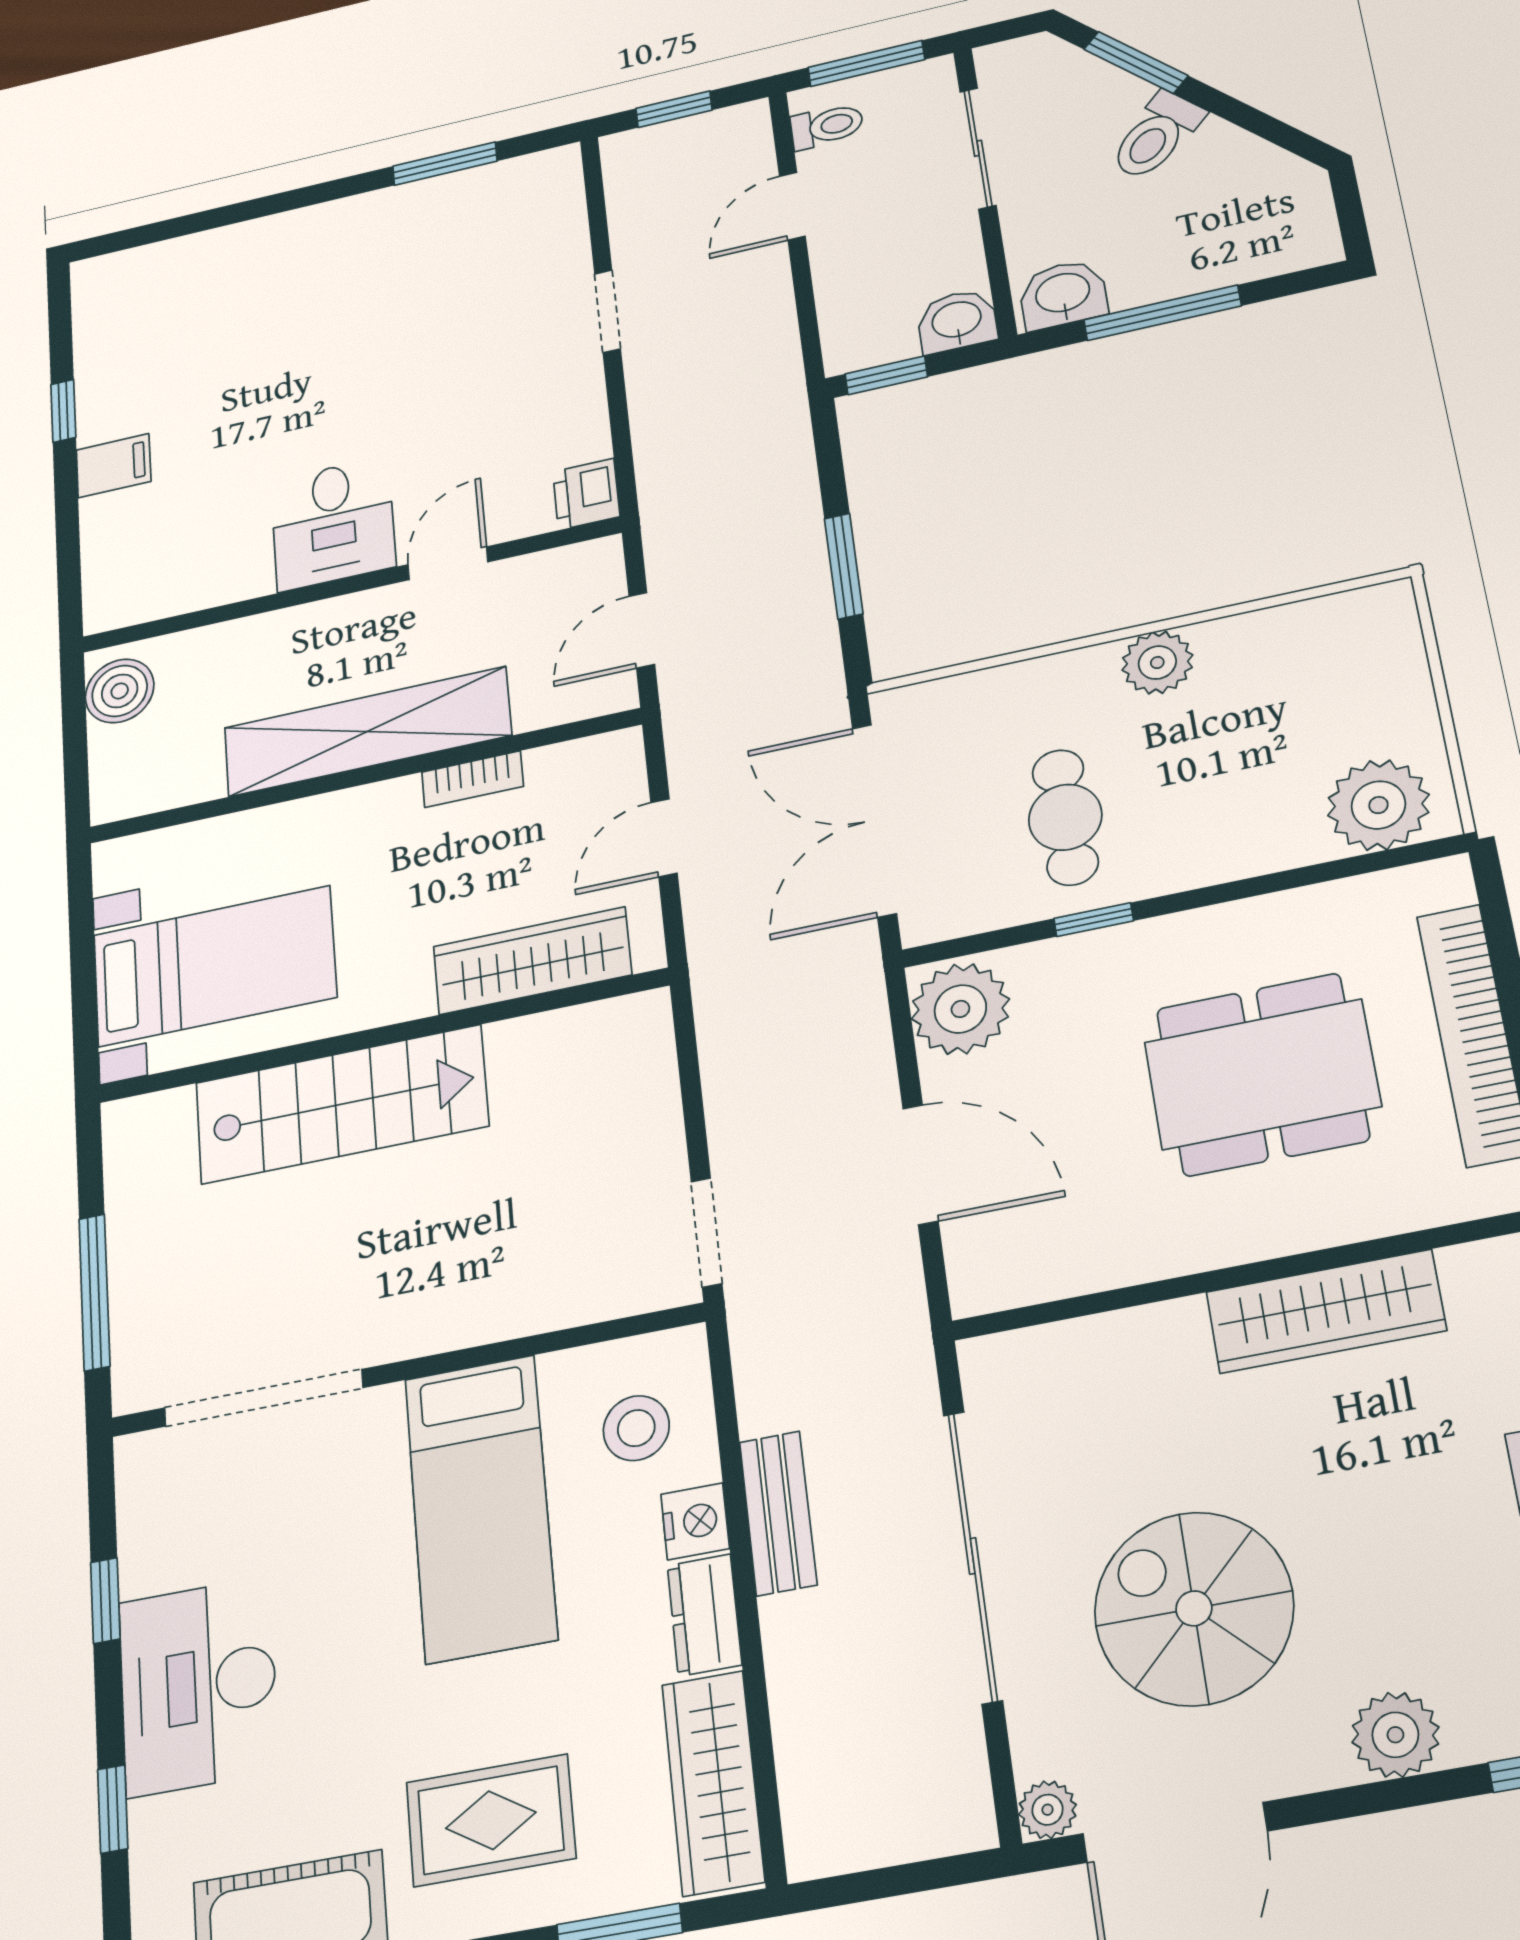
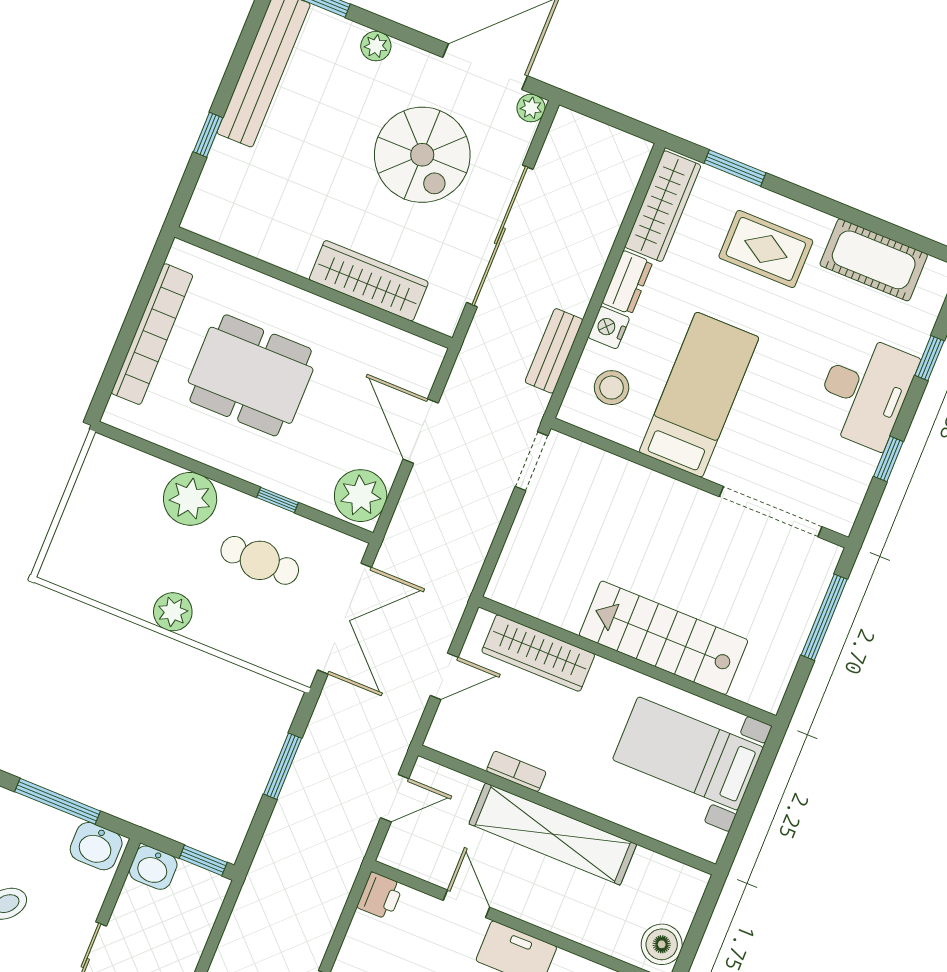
door: (448, 563) -> (466, 904), swing flipped
plant: (1378, 805) -> (190, 499), moved
cafe table: (1065, 817) -> (260, 560), turned 90
wardrobe: (1326, 1311) -> (369, 281), moved
bench: (778, 1513) -> (554, 351), moved
plant: (1395, 1735) -> (376, 46), width x0.73, depth x0.73

